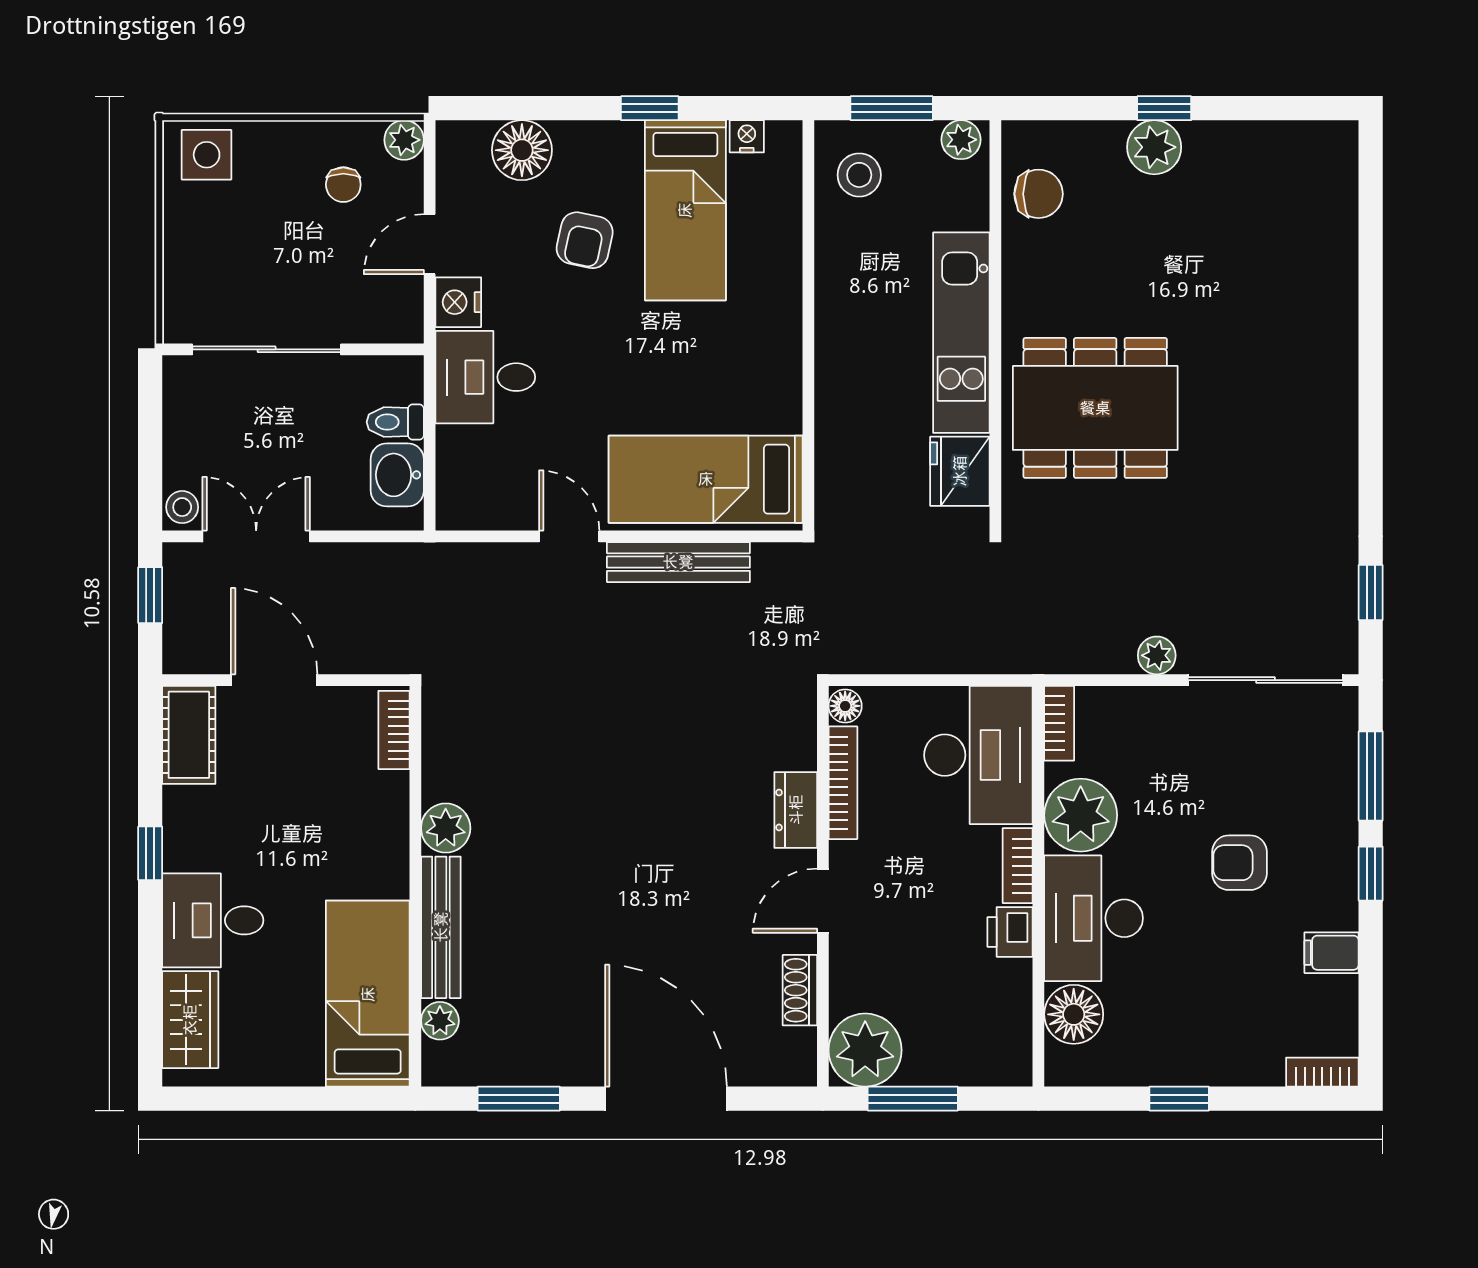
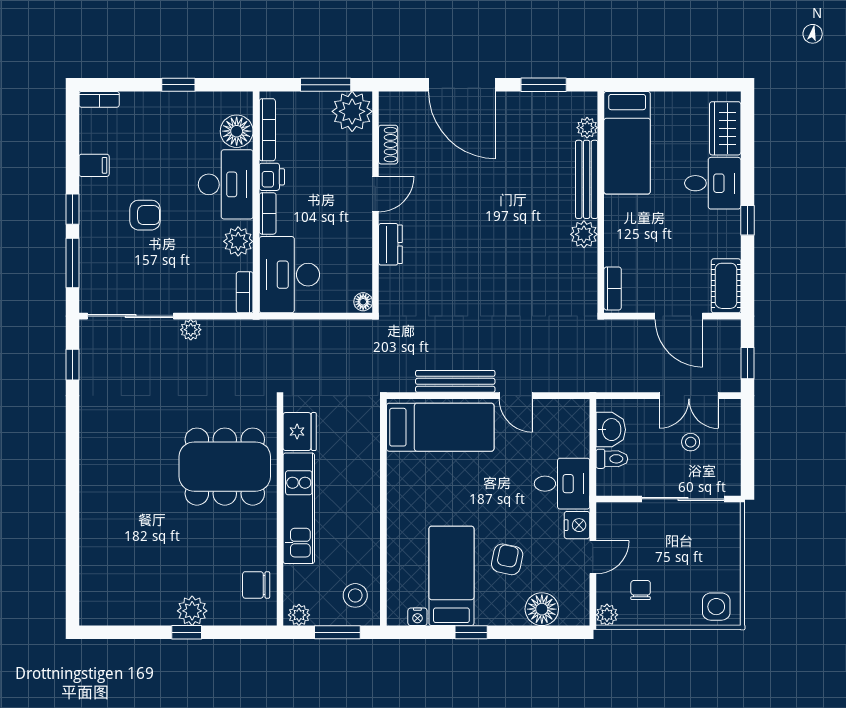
stool: (182, 507) -> (691, 442), moved
bookcase: (843, 783) -> (267, 130), moved, turned 180
plant: (1081, 815) -> (238, 241), width x0.73, depth x0.73

